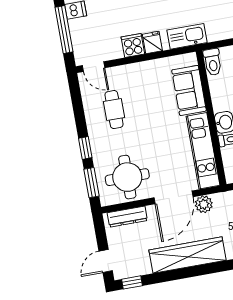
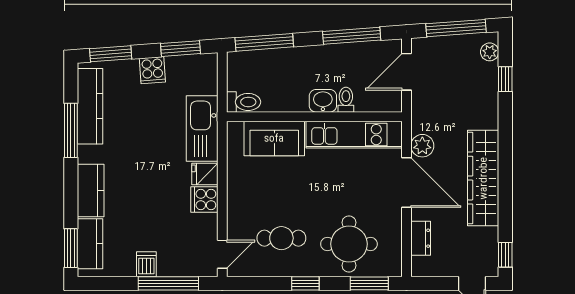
kitchen sink: (187, 36) -> (202, 129), width x1.36, depth x1.24
window: (85, 148) -> (305, 283), moved
round table: (127, 177) -> (349, 244), moved
dresser: (127, 217) -> (421, 238), width x0.70

